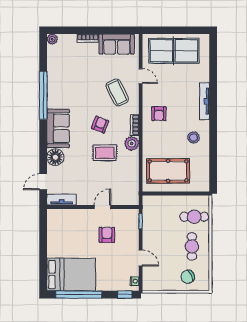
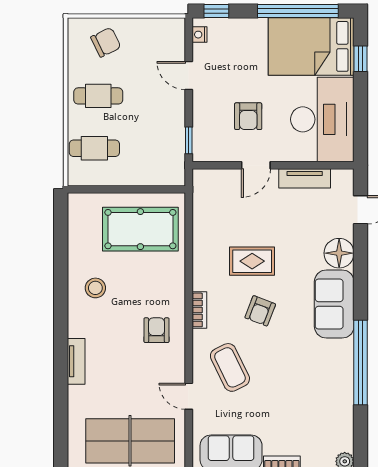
tv unit: (205, 101) -> (76, 361), width x0.71
plant: (132, 143) -> (205, 277), removed
tv unit: (62, 200) -> (305, 178), moved
desk: (65, 233) -> (322, 119), added
cafe table: (192, 246) -> (98, 96), turned 90
window: (43, 267) -> (361, 59), added

